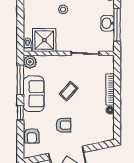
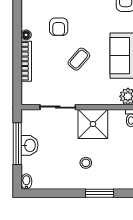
shower: (44, 40) -> (93, 124), moved
armchair: (64, 125) -> (59, 27), moved, turned -90

